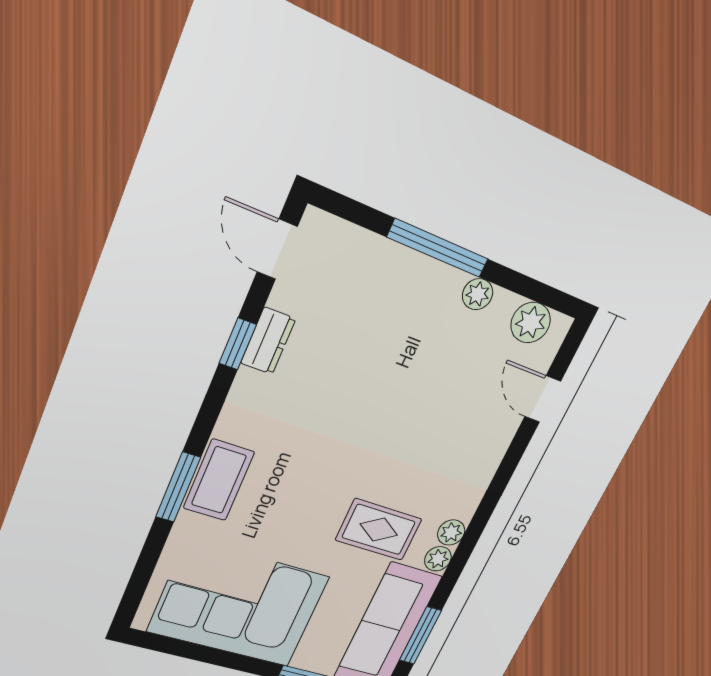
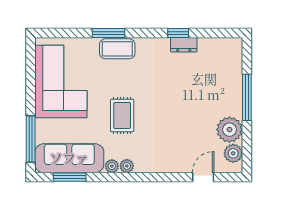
door: (277, 249) -> (221, 33), removed
plant: (478, 294) -> (229, 130), width x1.88, depth x1.88
rug: (379, 530) -> (122, 115), moved

